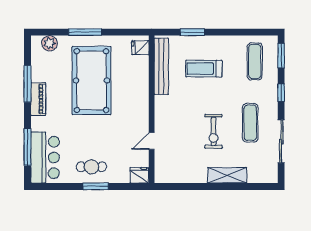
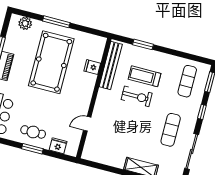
fridge: (140, 48) -> (92, 67), moved
exercise bike: (213, 131) -> (137, 96), moved, turned -90
fridge: (139, 175) -> (58, 146), moved

